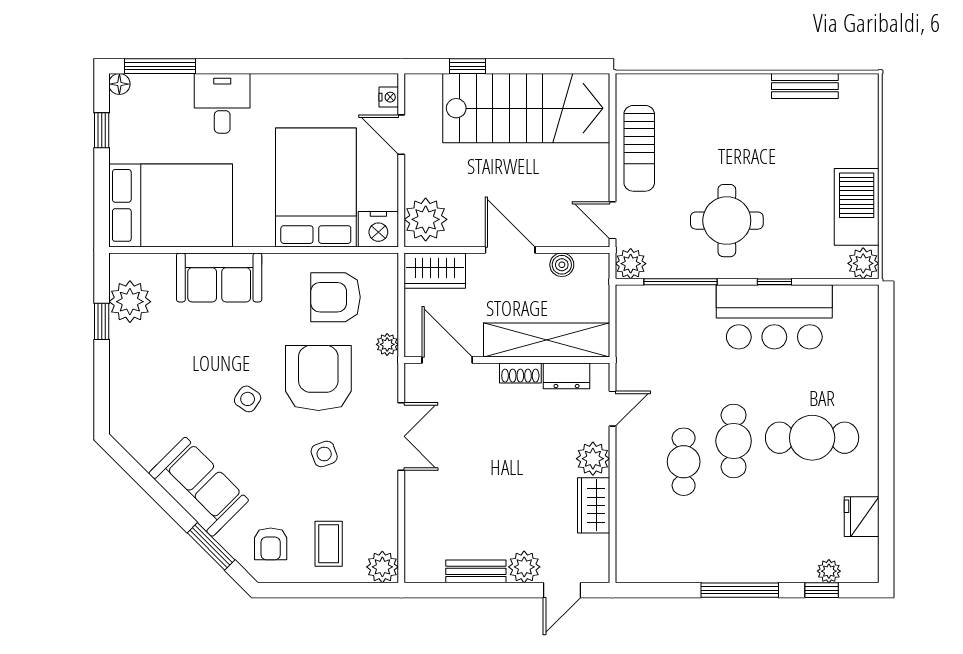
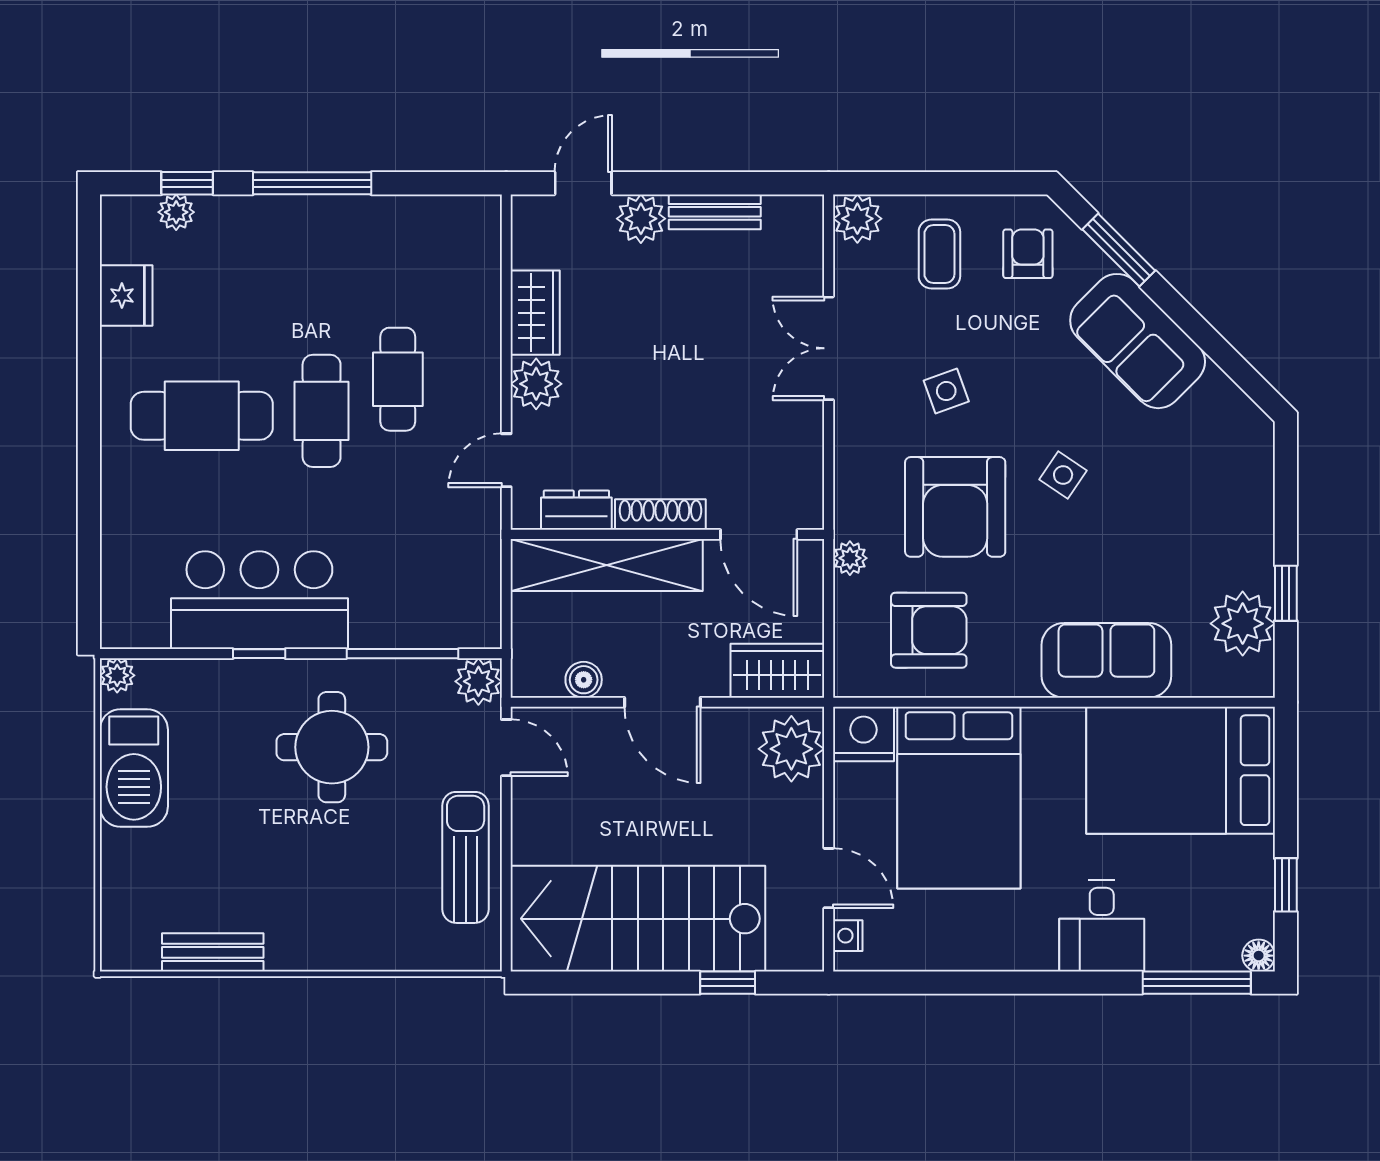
plant: (863, 263) -> (117, 675), width x0.73, depth x0.73
shoe rack: (520, 373) -> (660, 515), width x1.43
double door: (401, 436) -> (829, 348), moved

